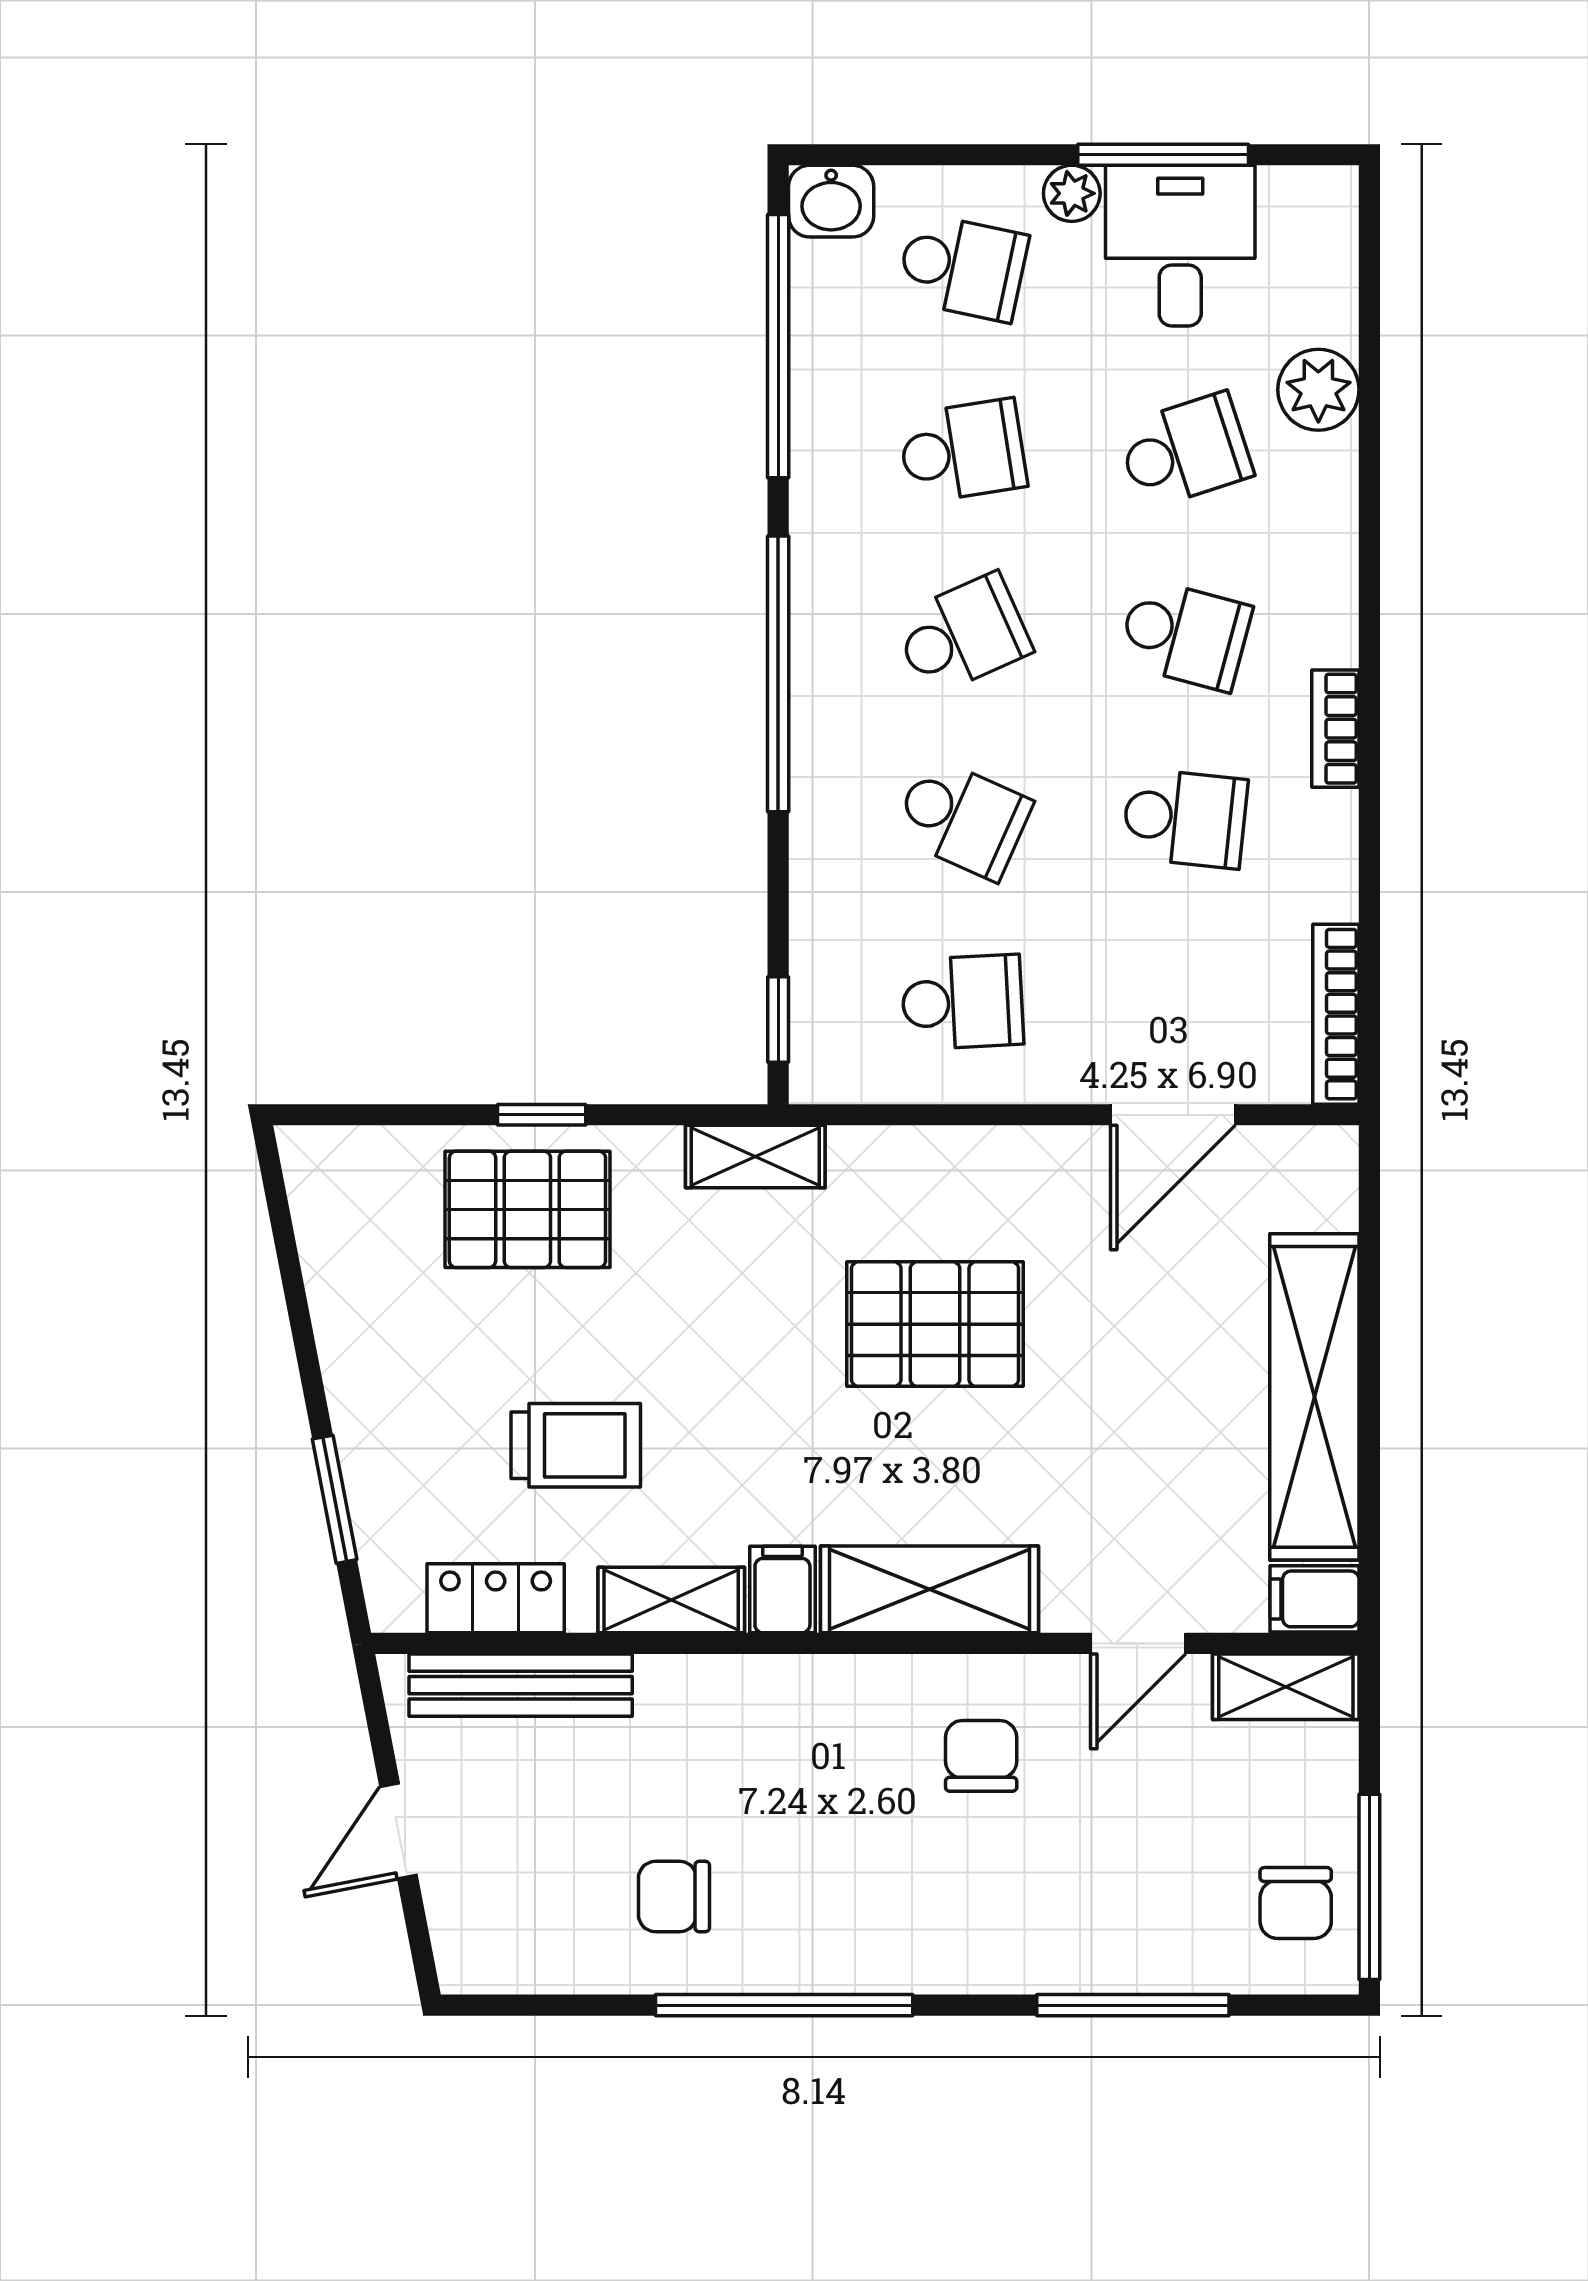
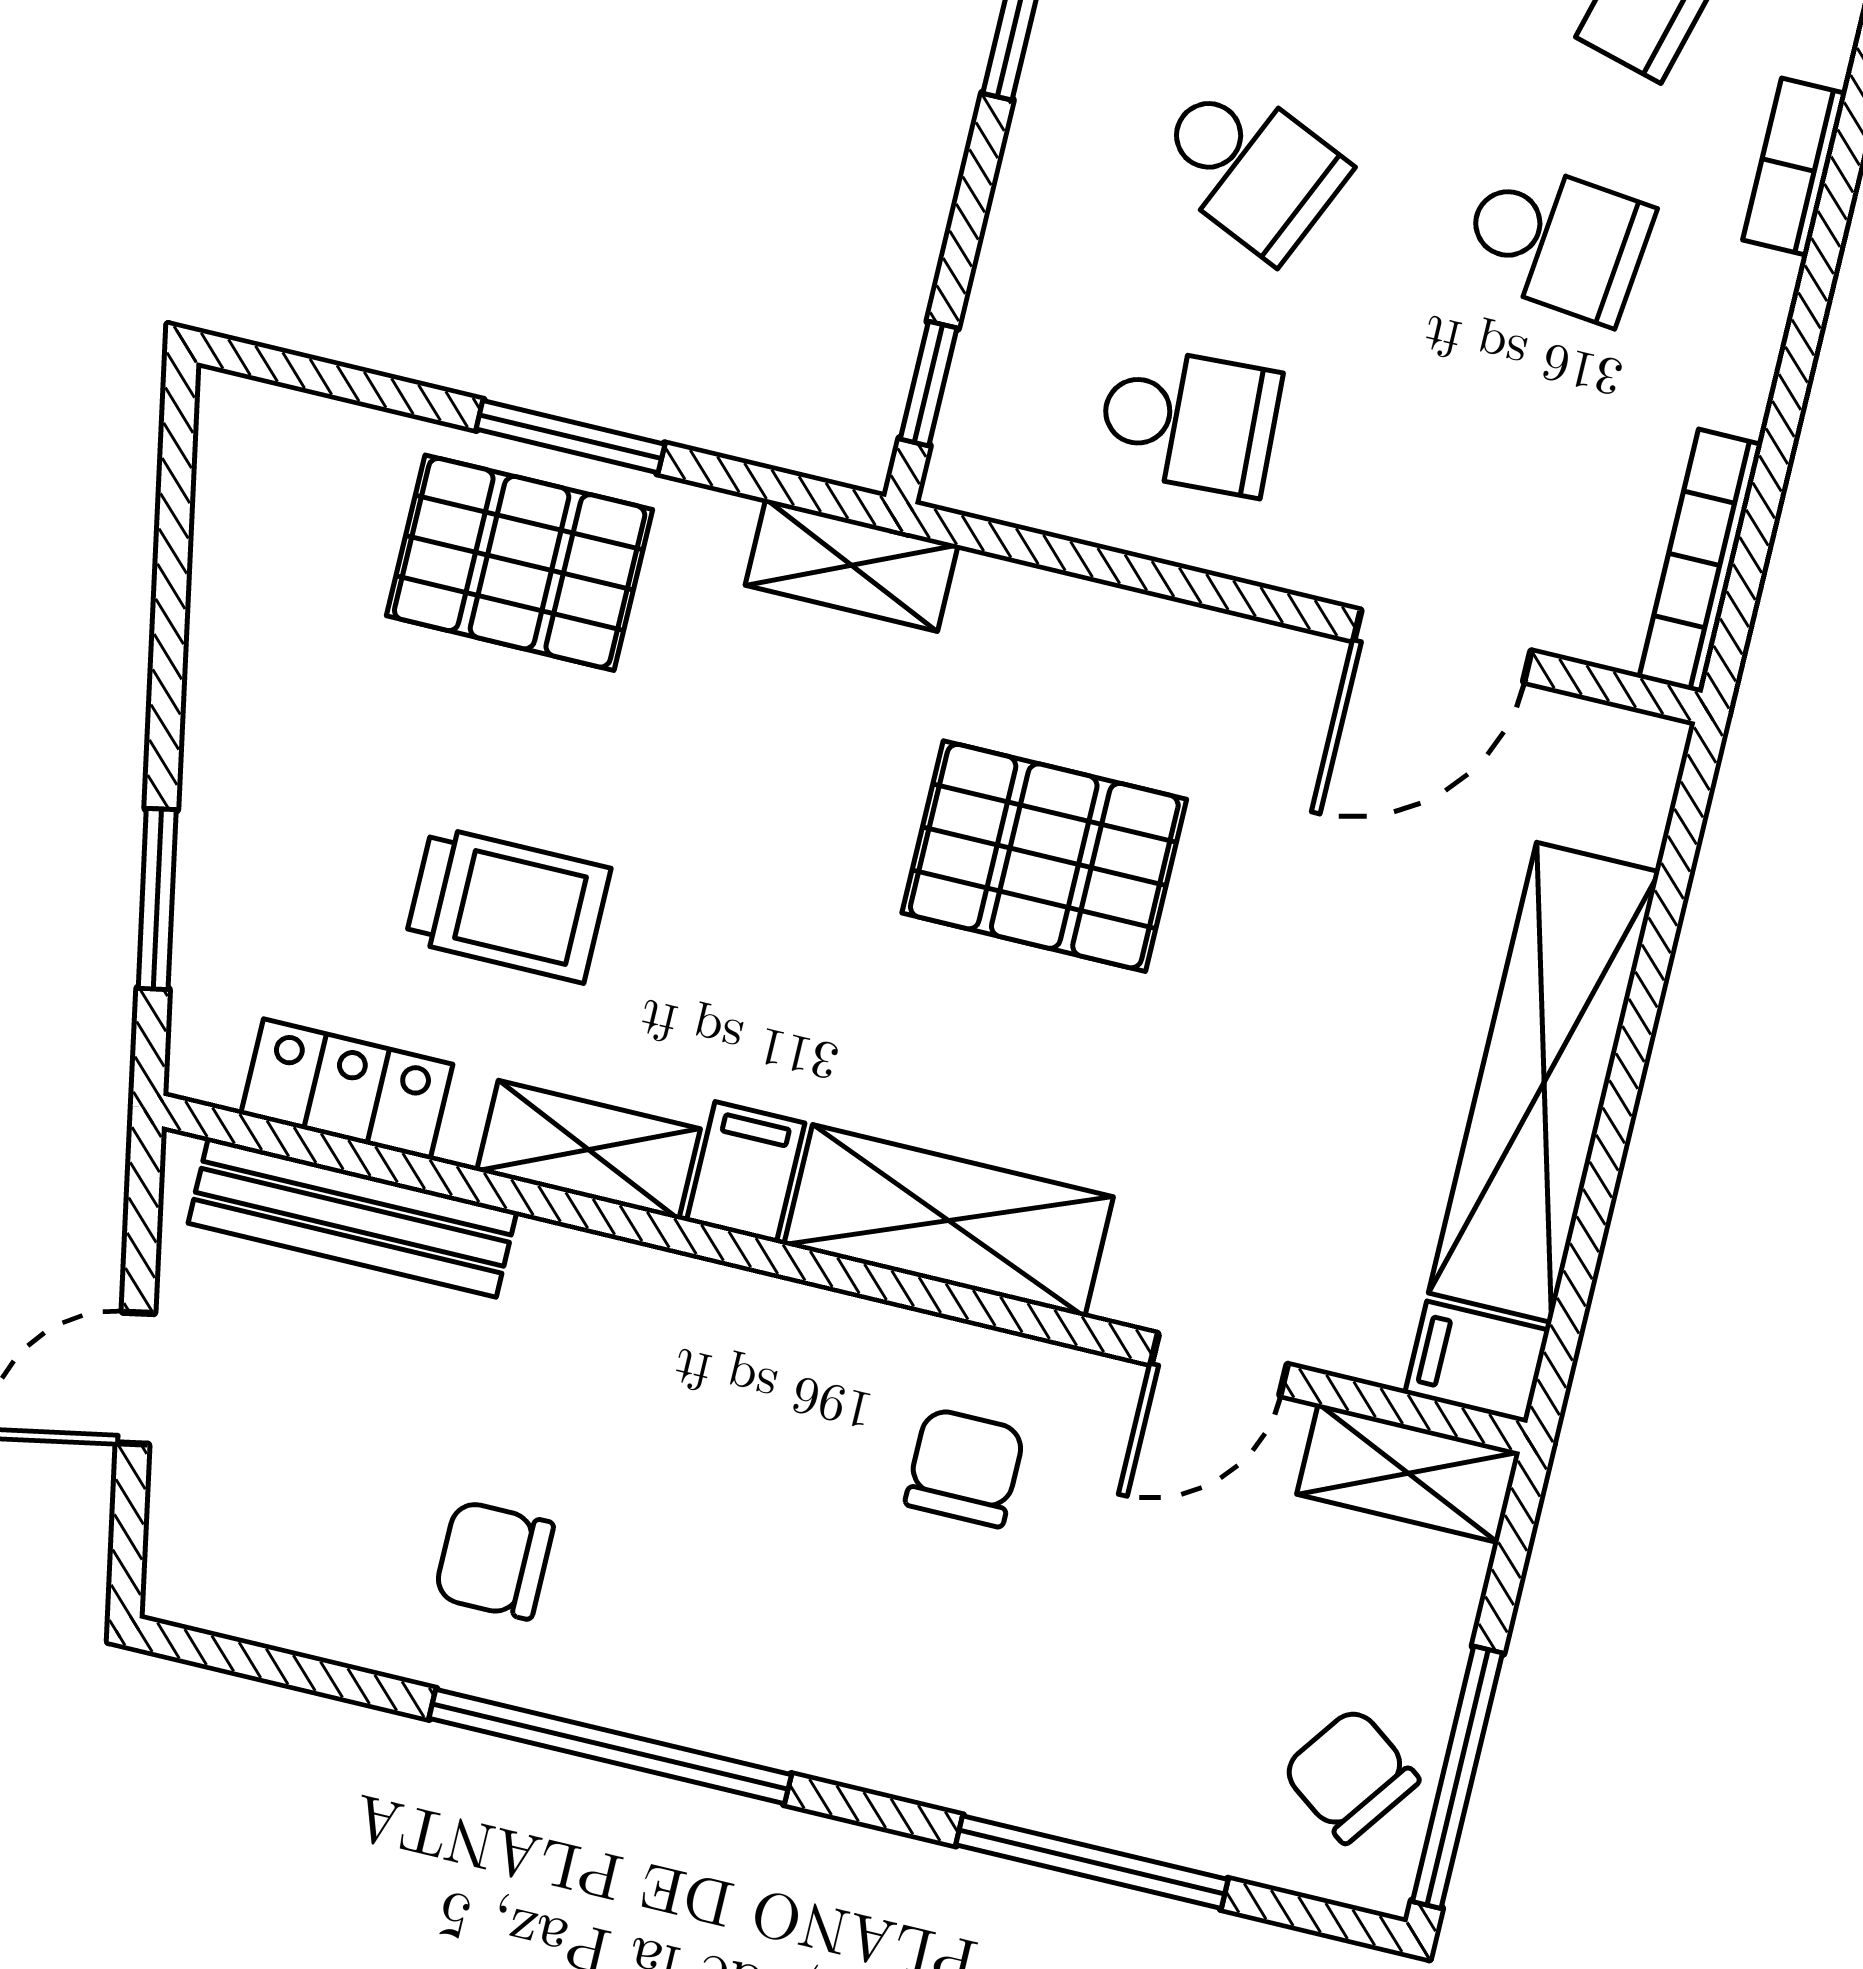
window: (542, 1115) -> (570, 437), width x1.50
chair: (1296, 1903) -> (1350, 1775), turned 126

